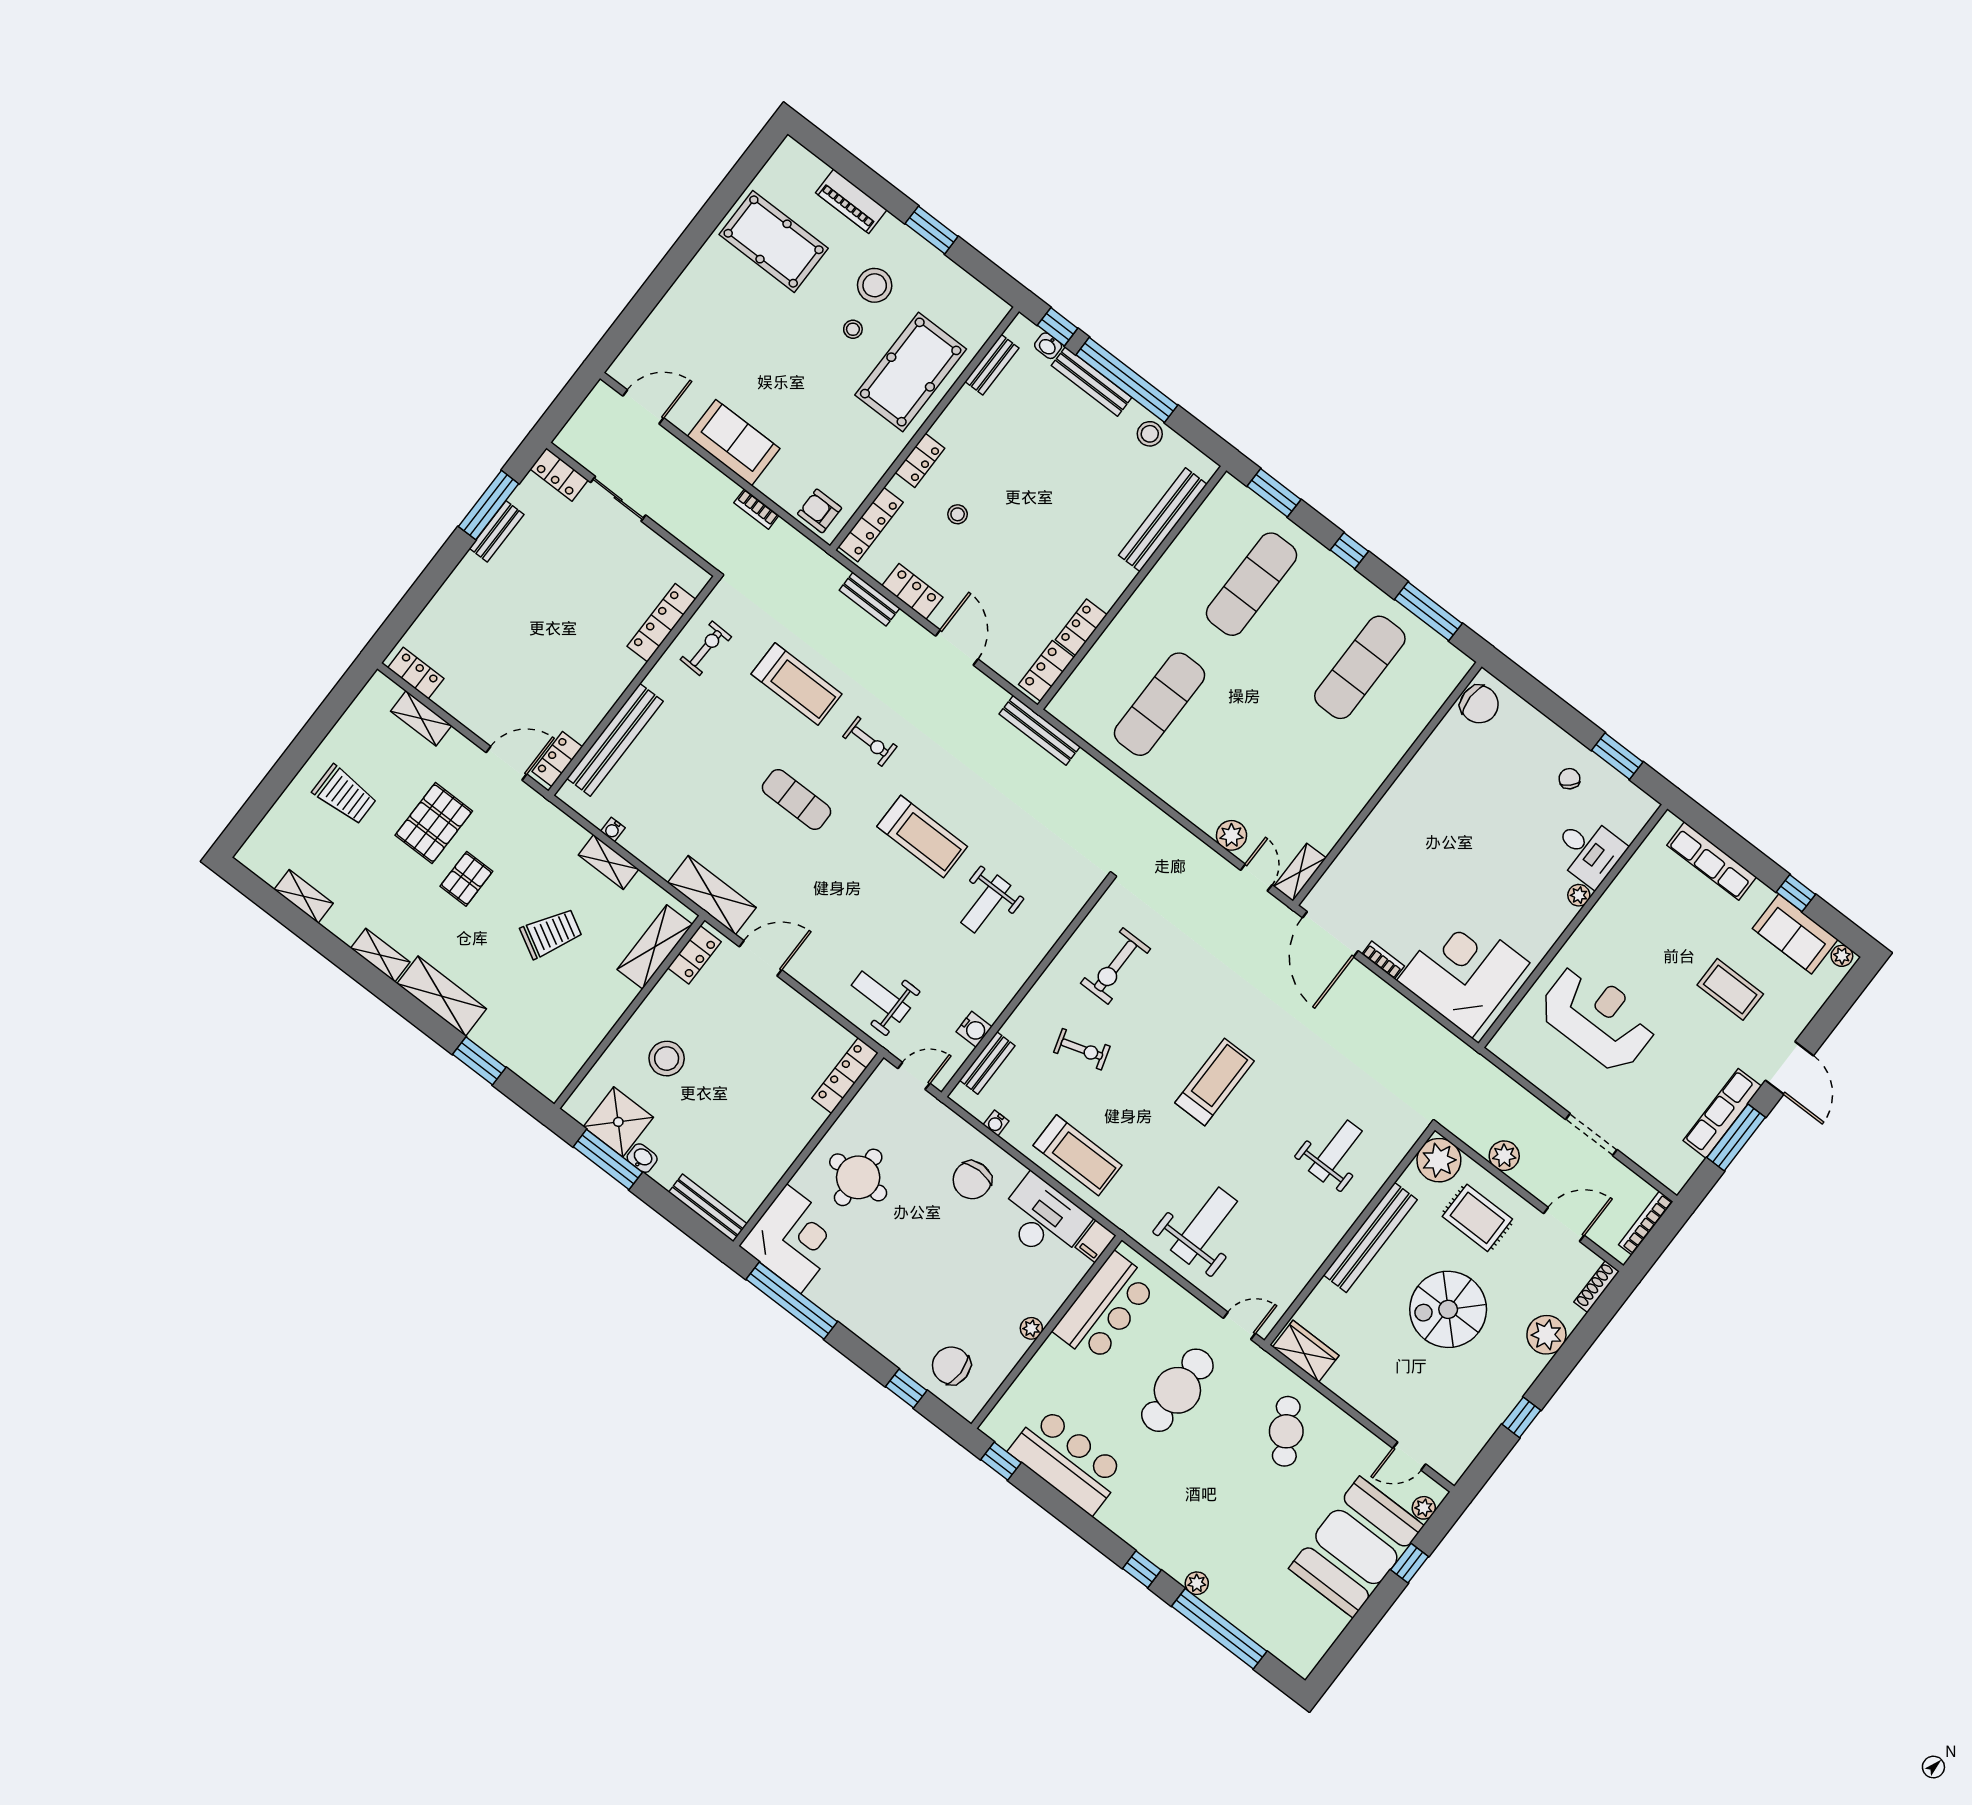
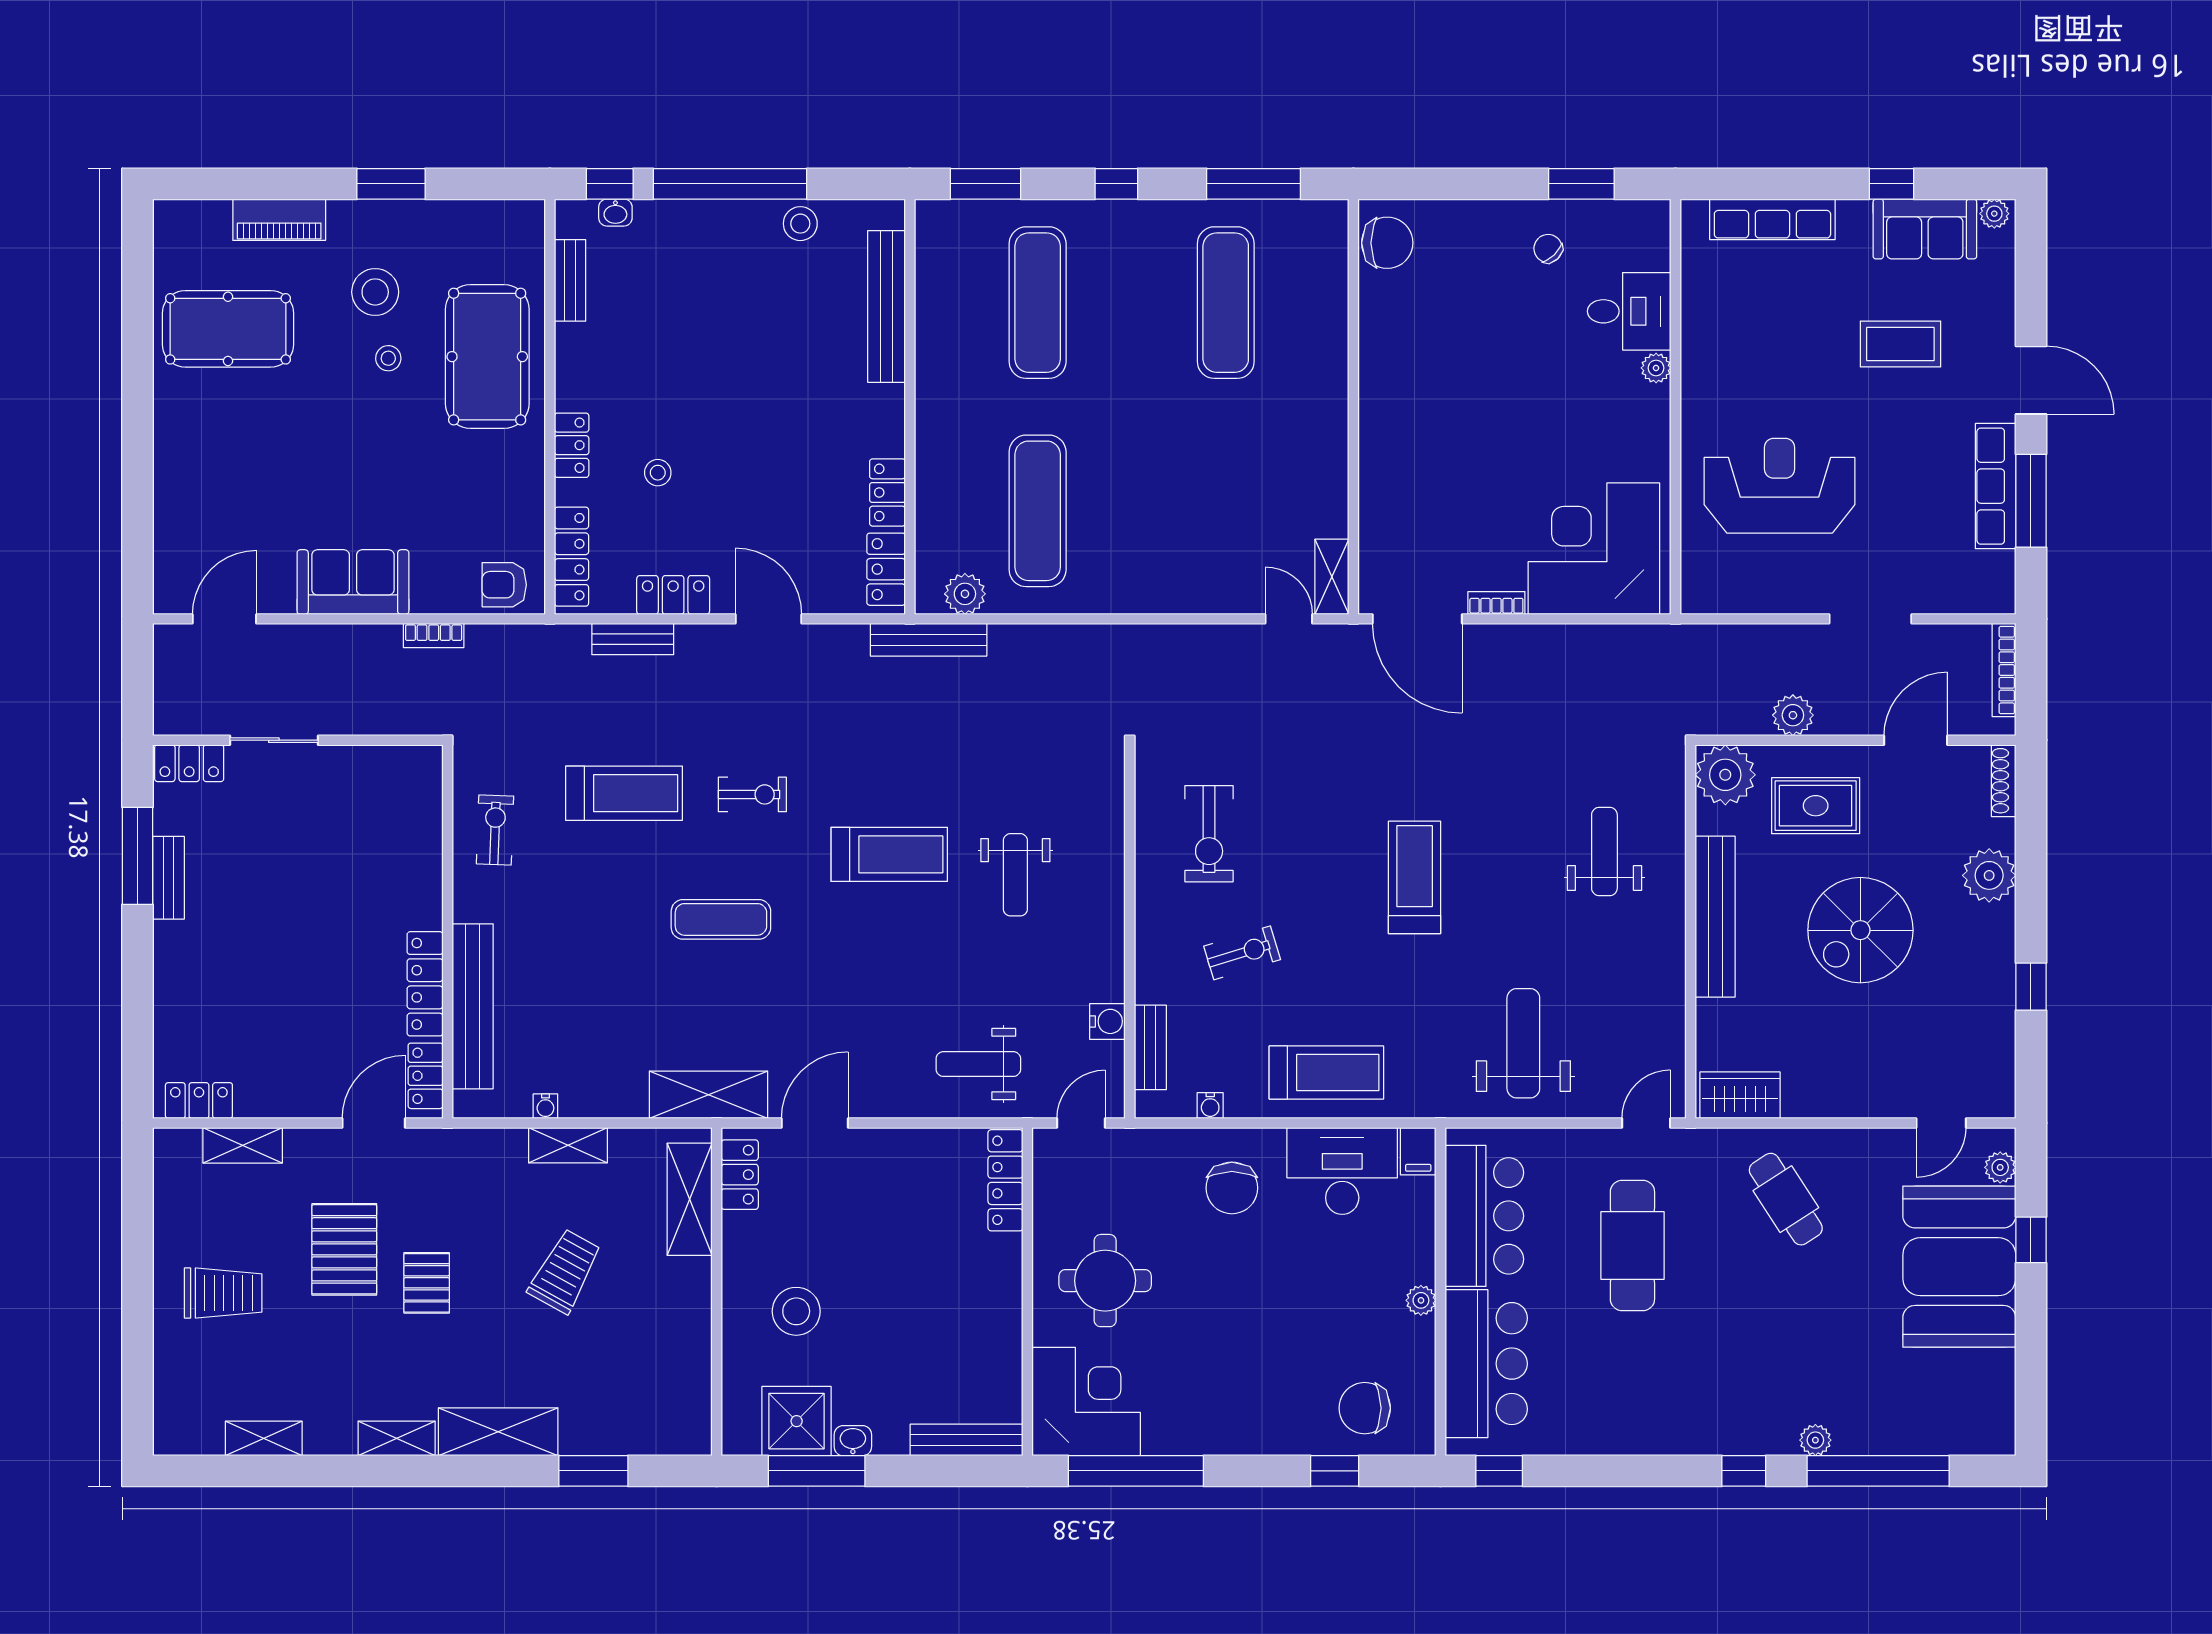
bench: (1092, 381) -> (693, 215), removed
locker: (661, 623) -> (425, 984), moved
plant: (1231, 835) -> (965, 594), moved
bar counter: (1068, 1461) -> (1486, 1364), moved, turned 90

